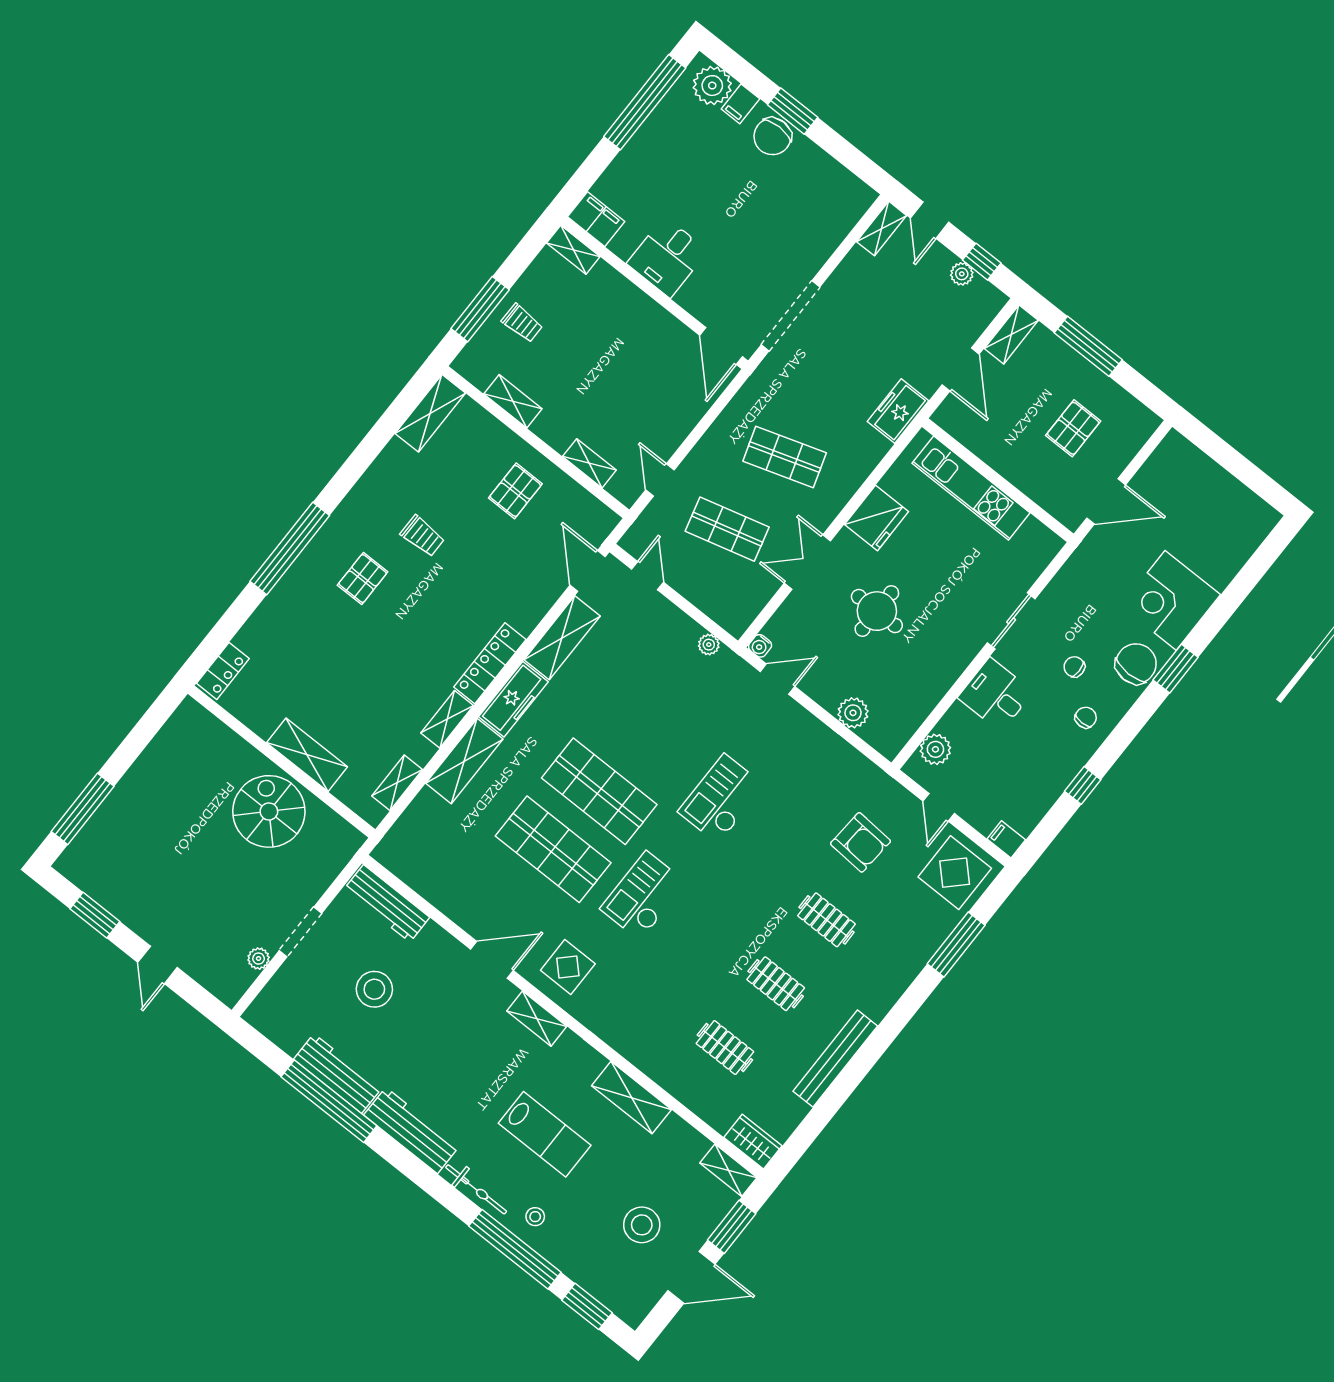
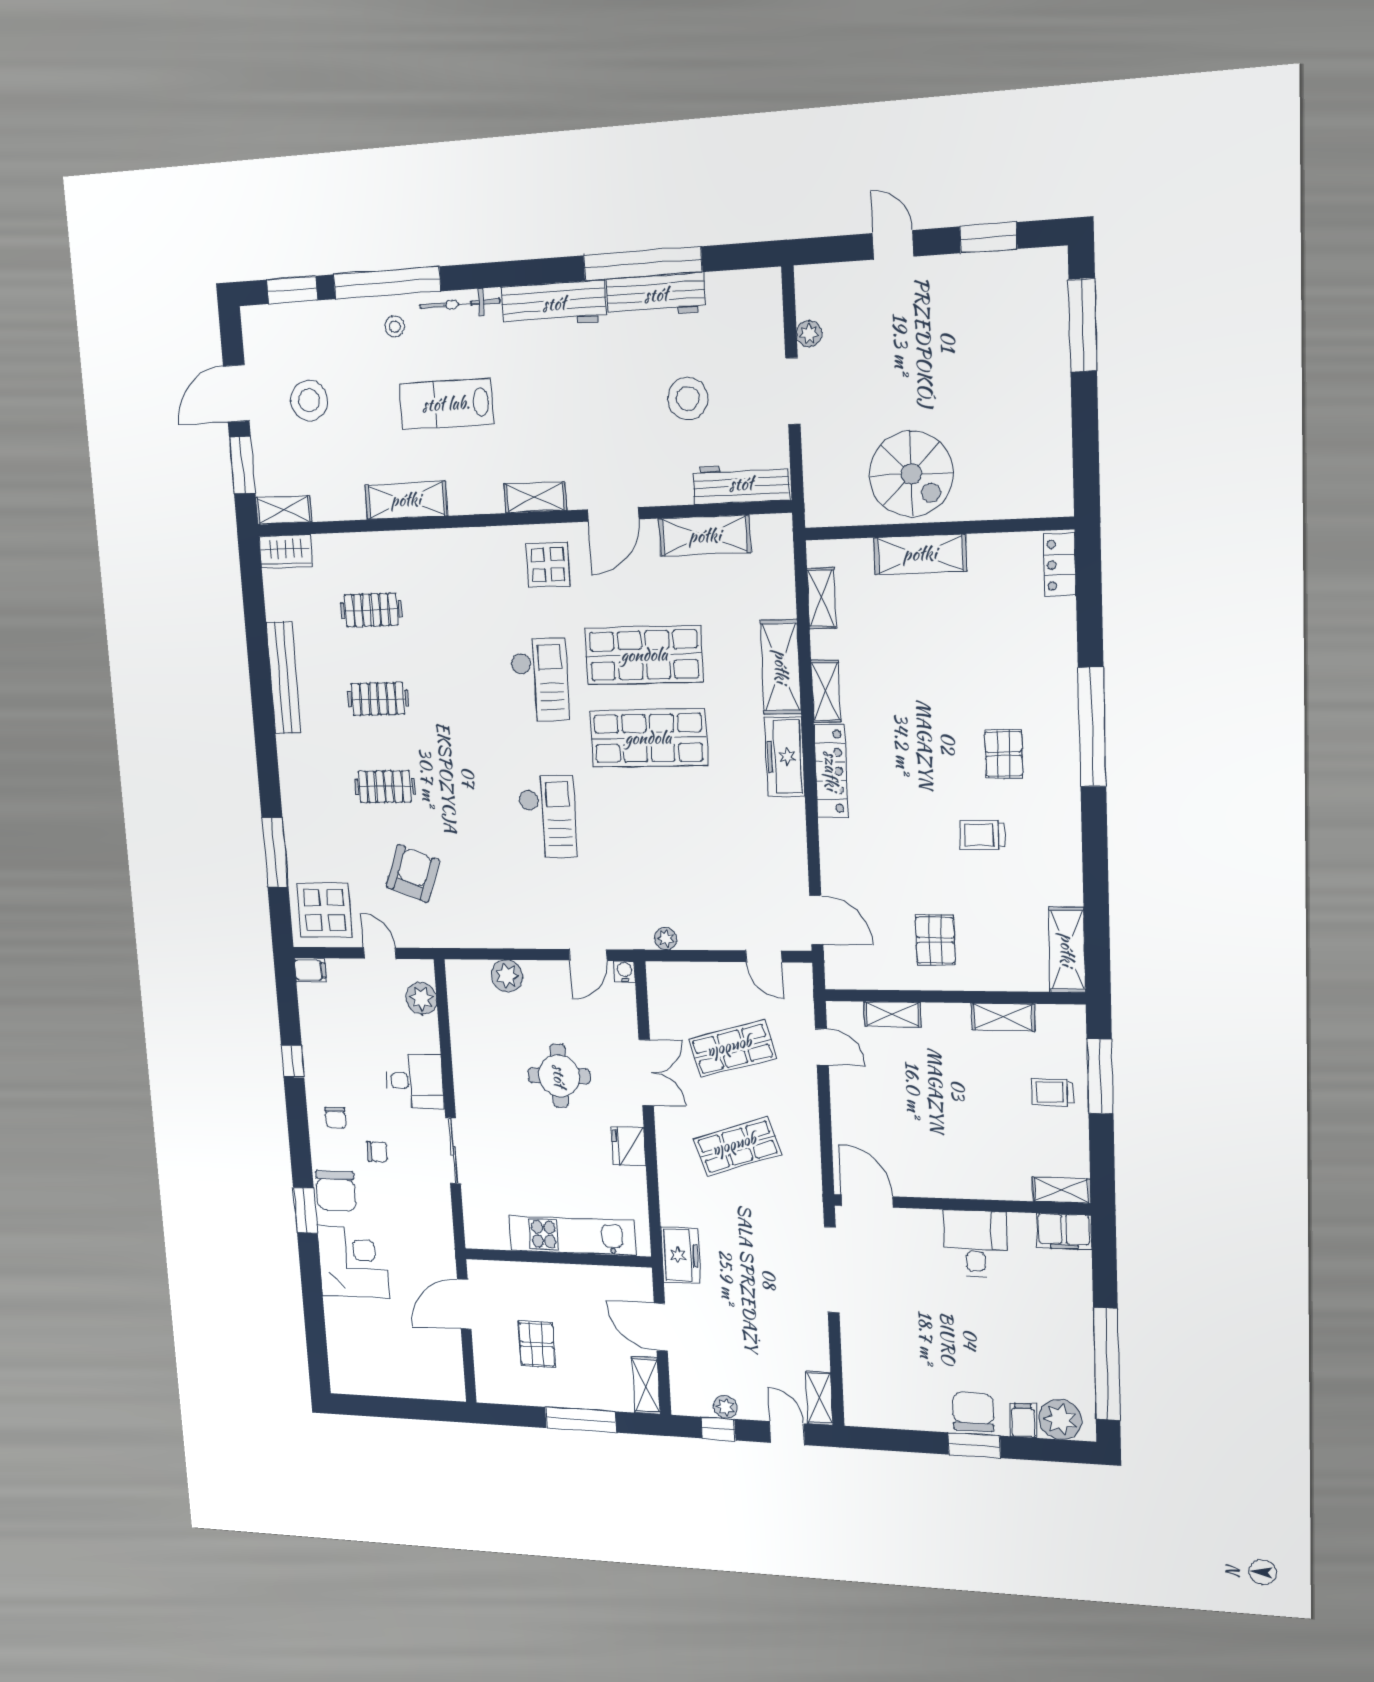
fridge: (876, 518) -> (629, 1146), width x0.73, depth x0.75
shelving: (562, 638) -> (705, 536), moved, turned 90
armchair: (860, 842) -> (413, 873), turned 107

